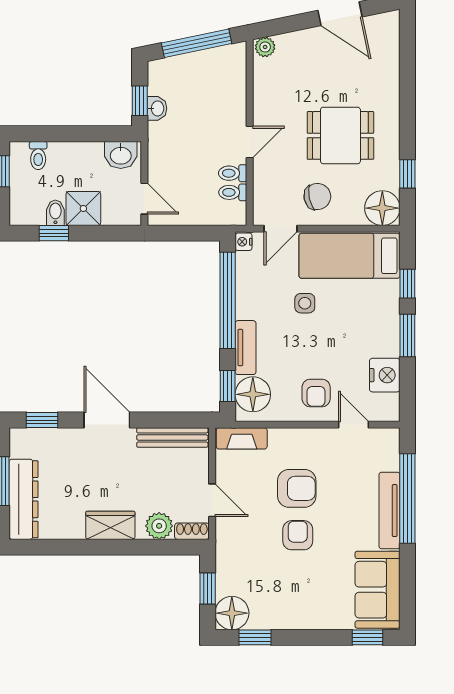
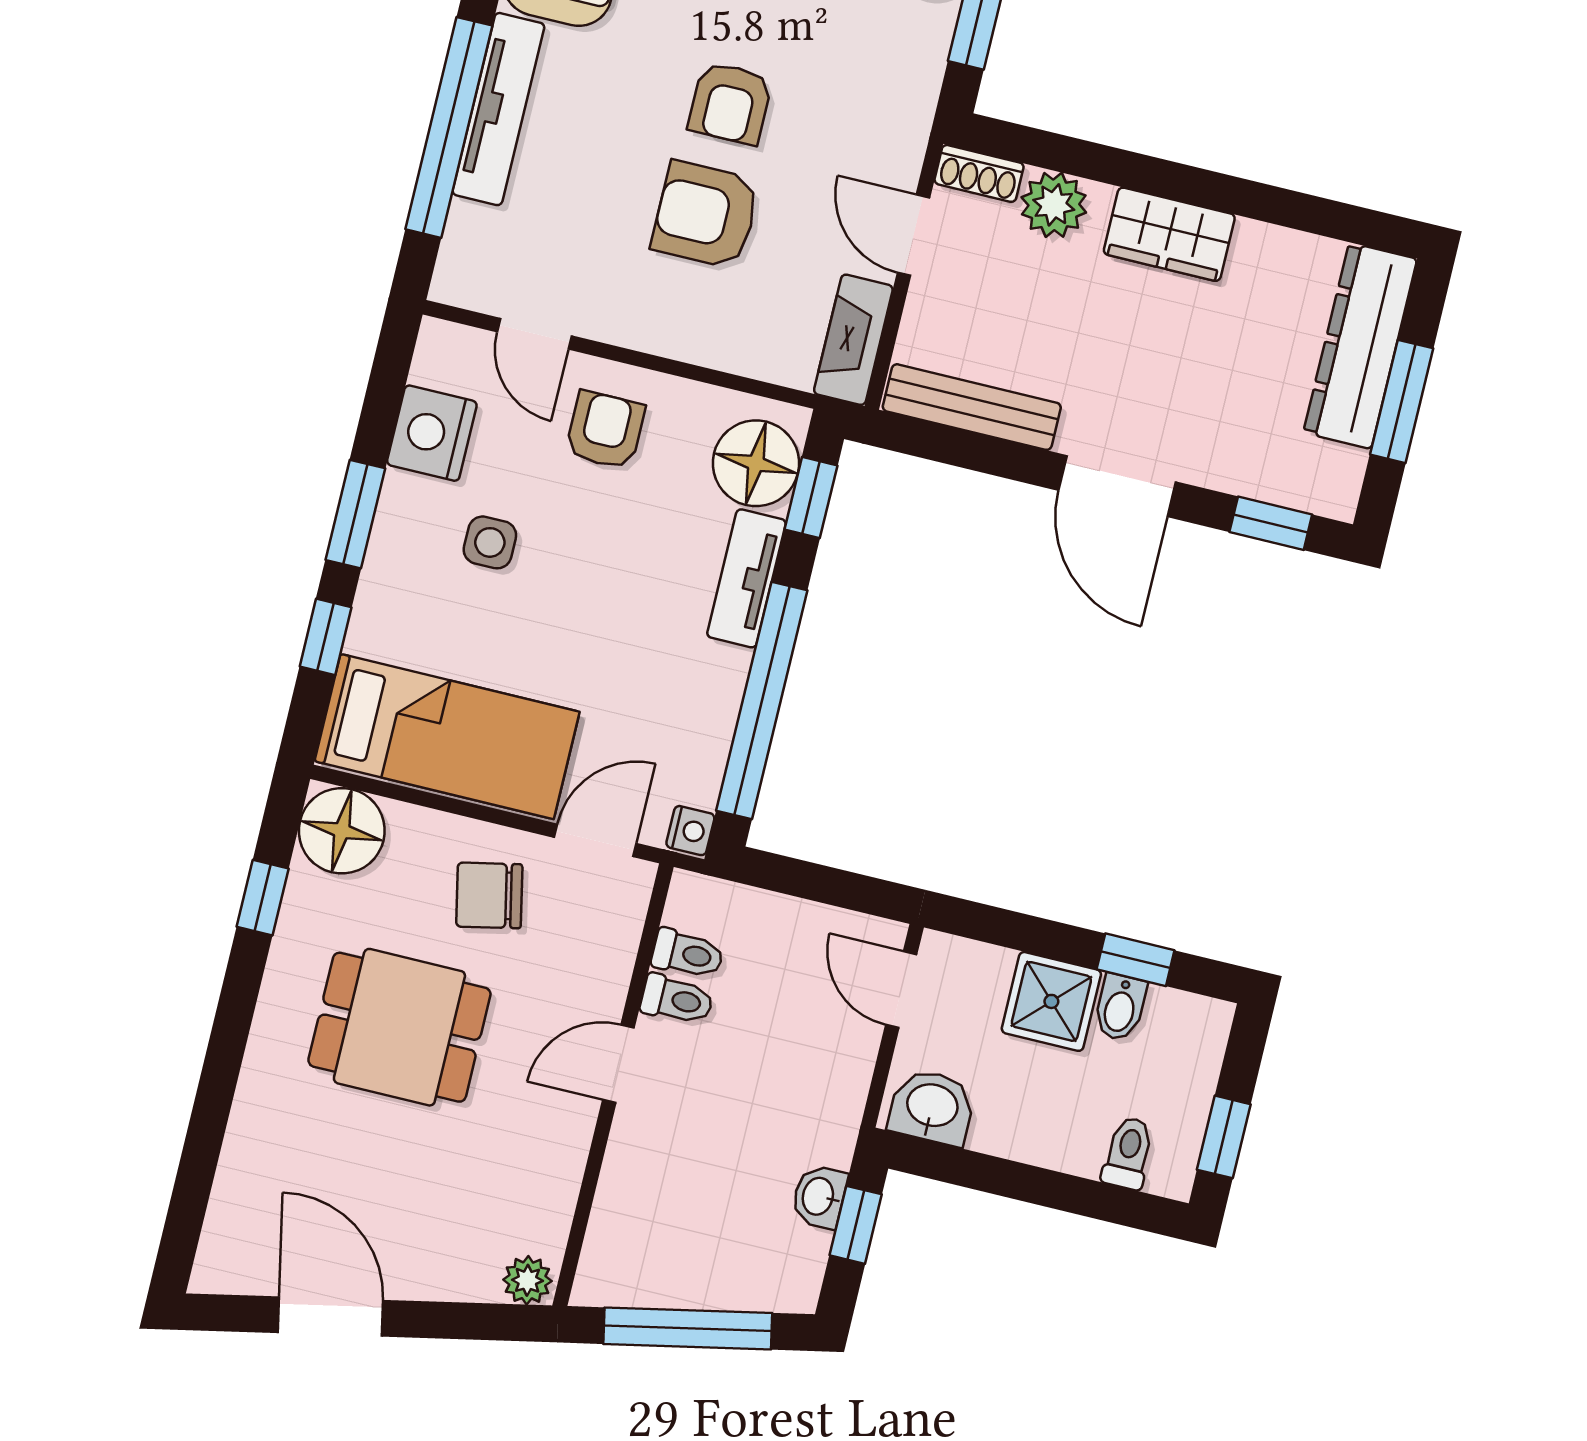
side table: (305, 303) -> (490, 542), moved
fireplace: (242, 438) -> (853, 340), moved, turned -90

